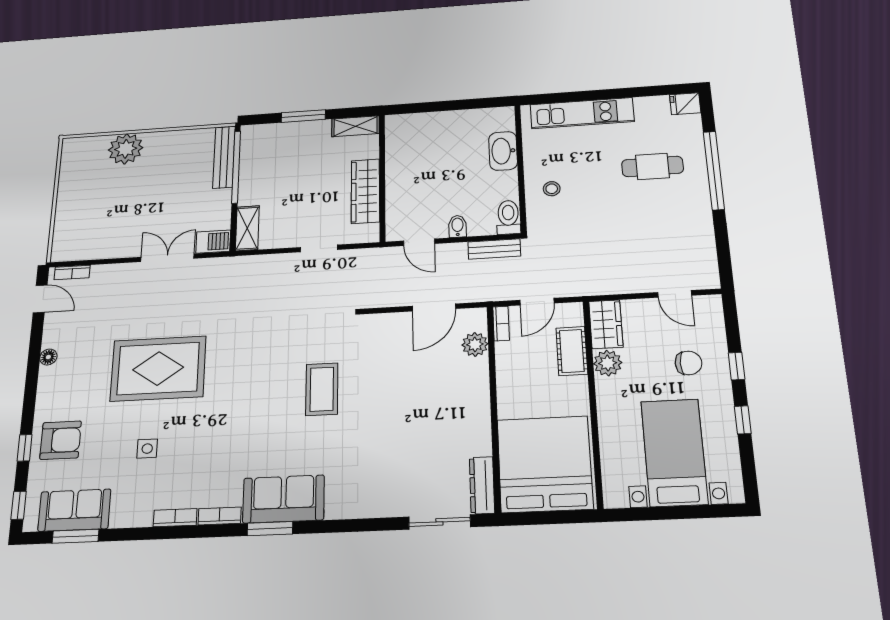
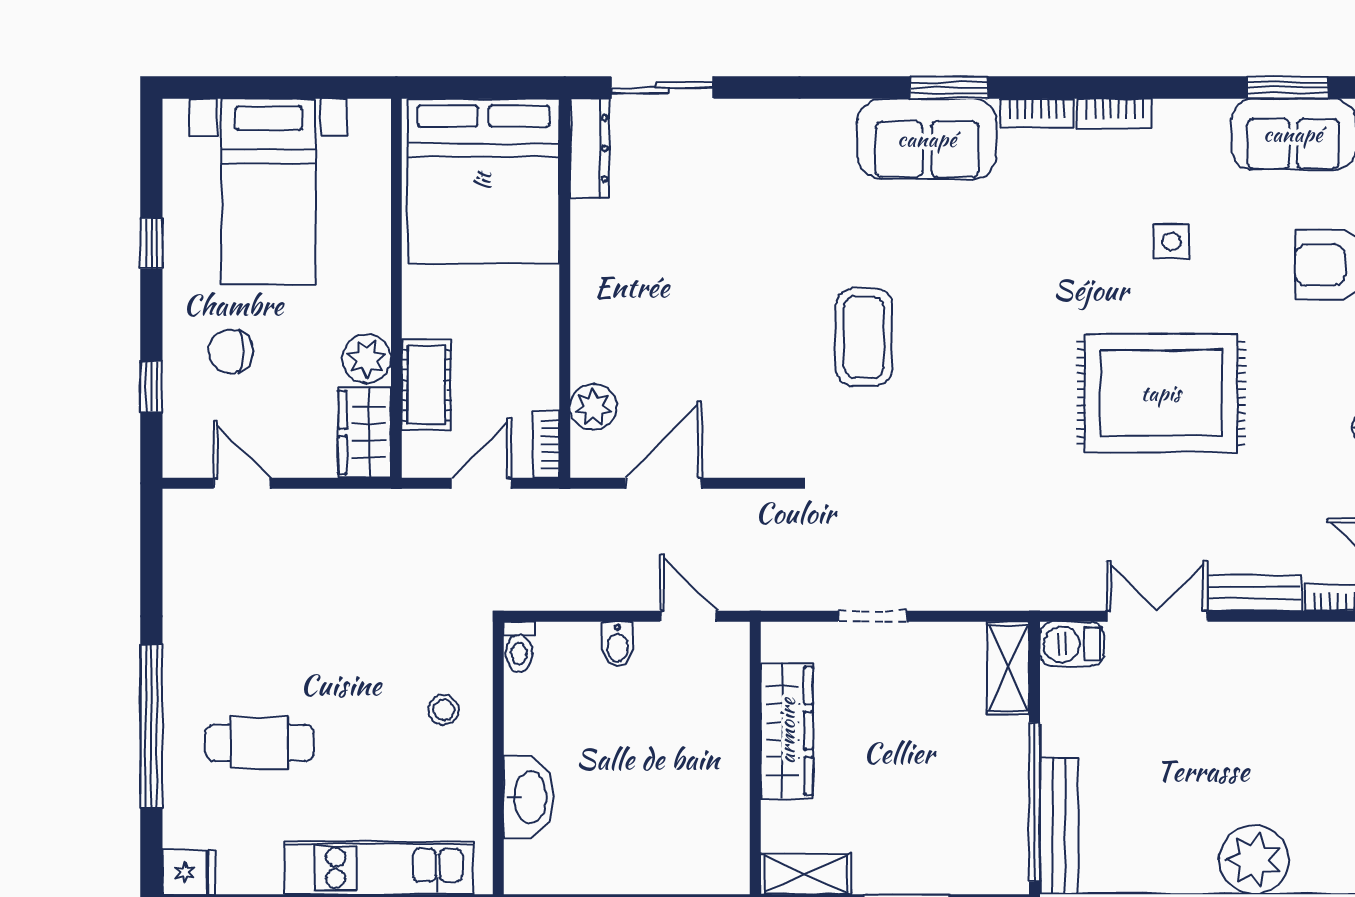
toilet: (508, 217) -> (519, 647), width x0.73, depth x0.72
bench: (494, 249) -> (1254, 593), moved
double door: (167, 258) -> (1157, 616), swing flipped
window: (736, 366) -> (151, 386), moved

